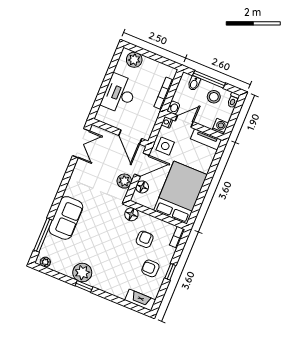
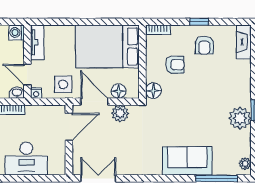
armchair: (145, 239) -> (175, 65), turned 180

